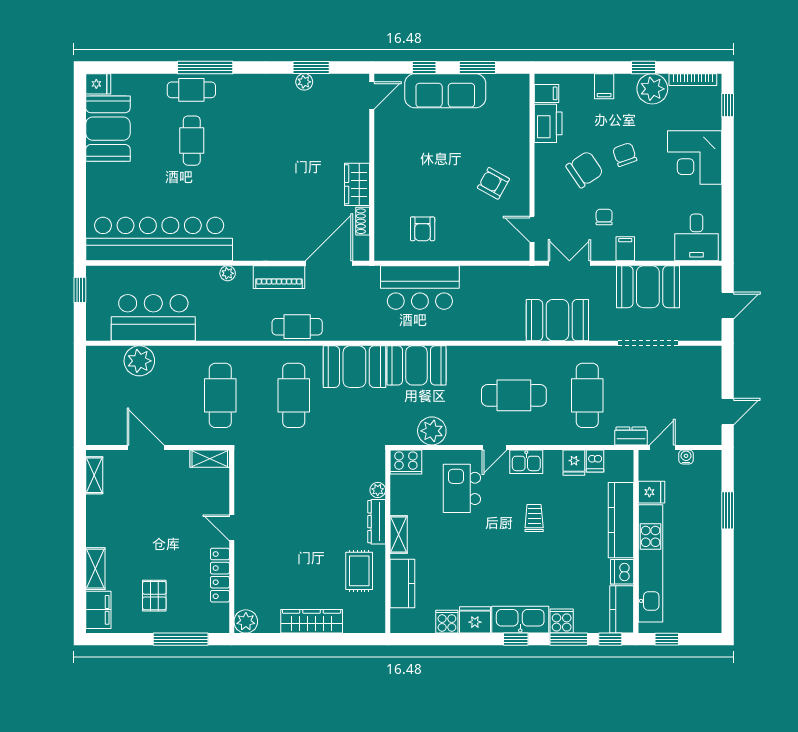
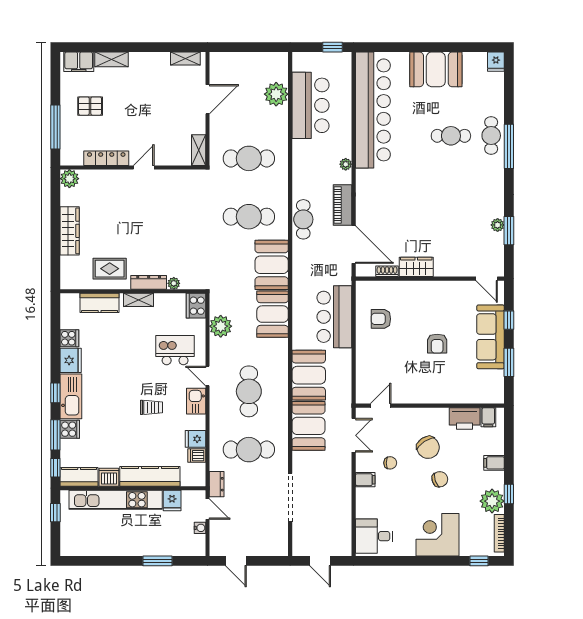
booth: (108, 129) -> (436, 69), moved
armchair: (493, 183) -> (437, 344), moved, turned 151
booth: (648, 287) -> (309, 375), moved

